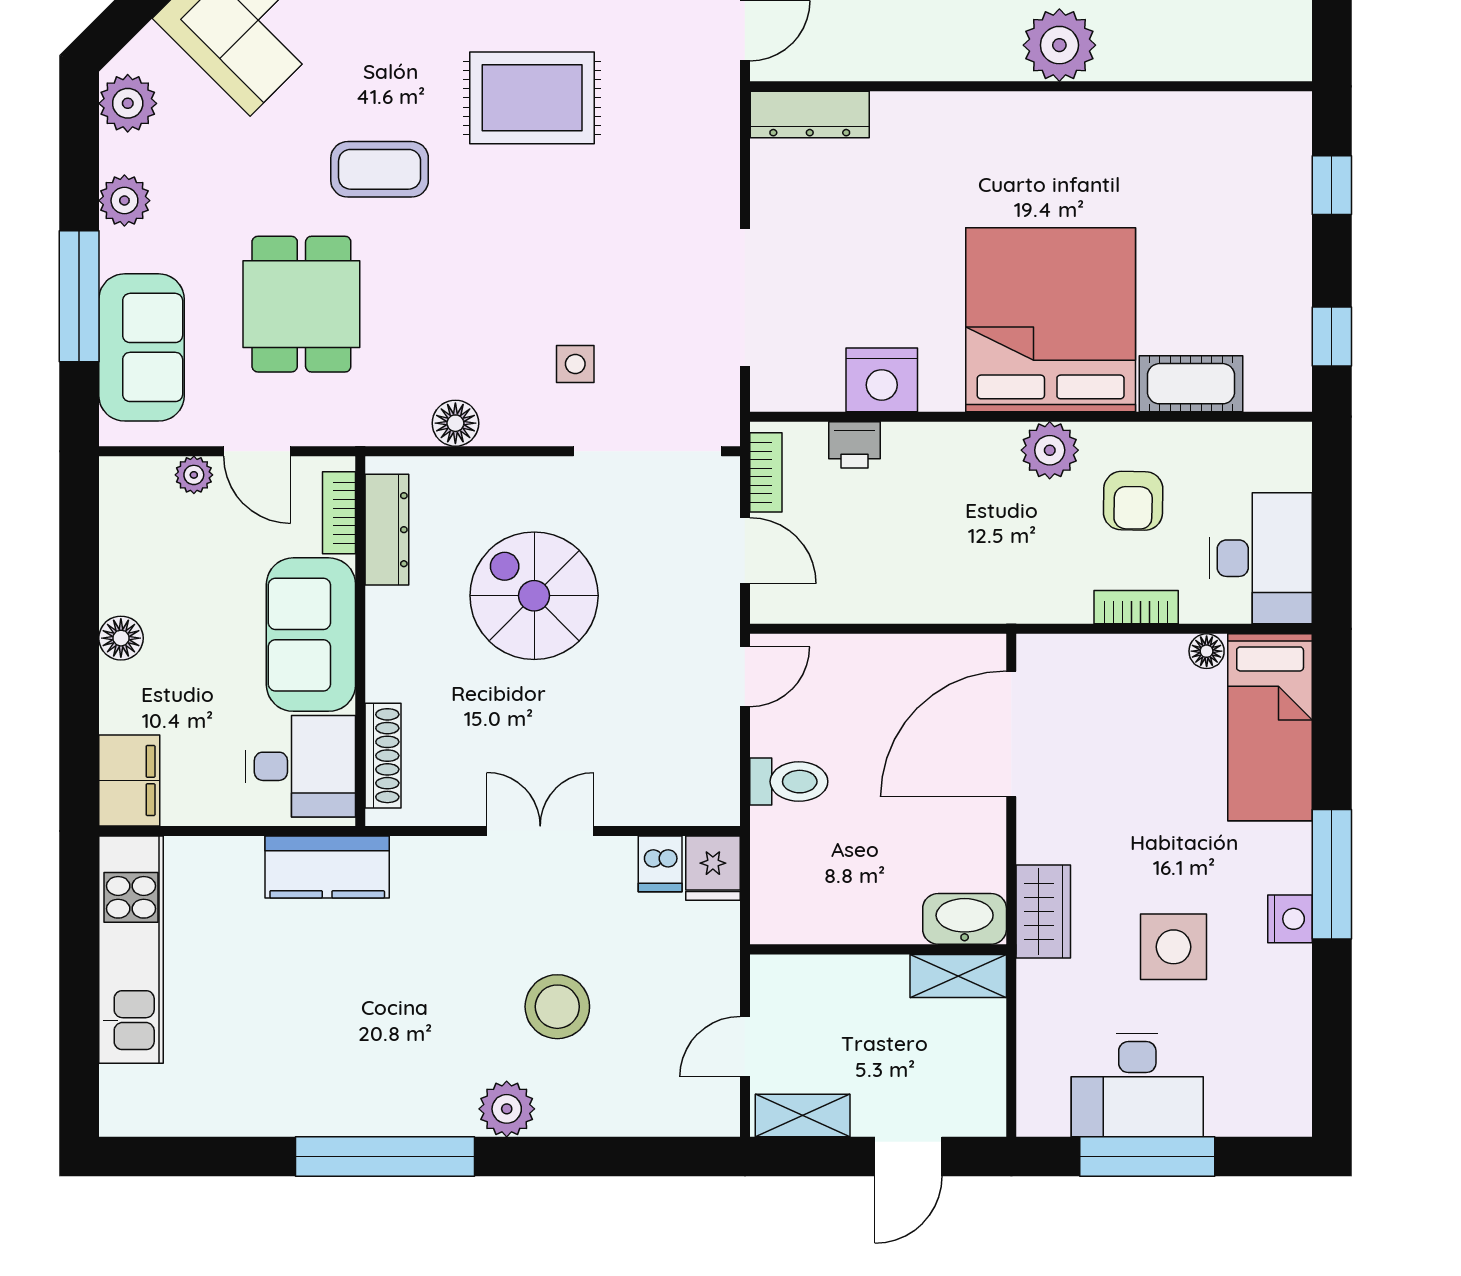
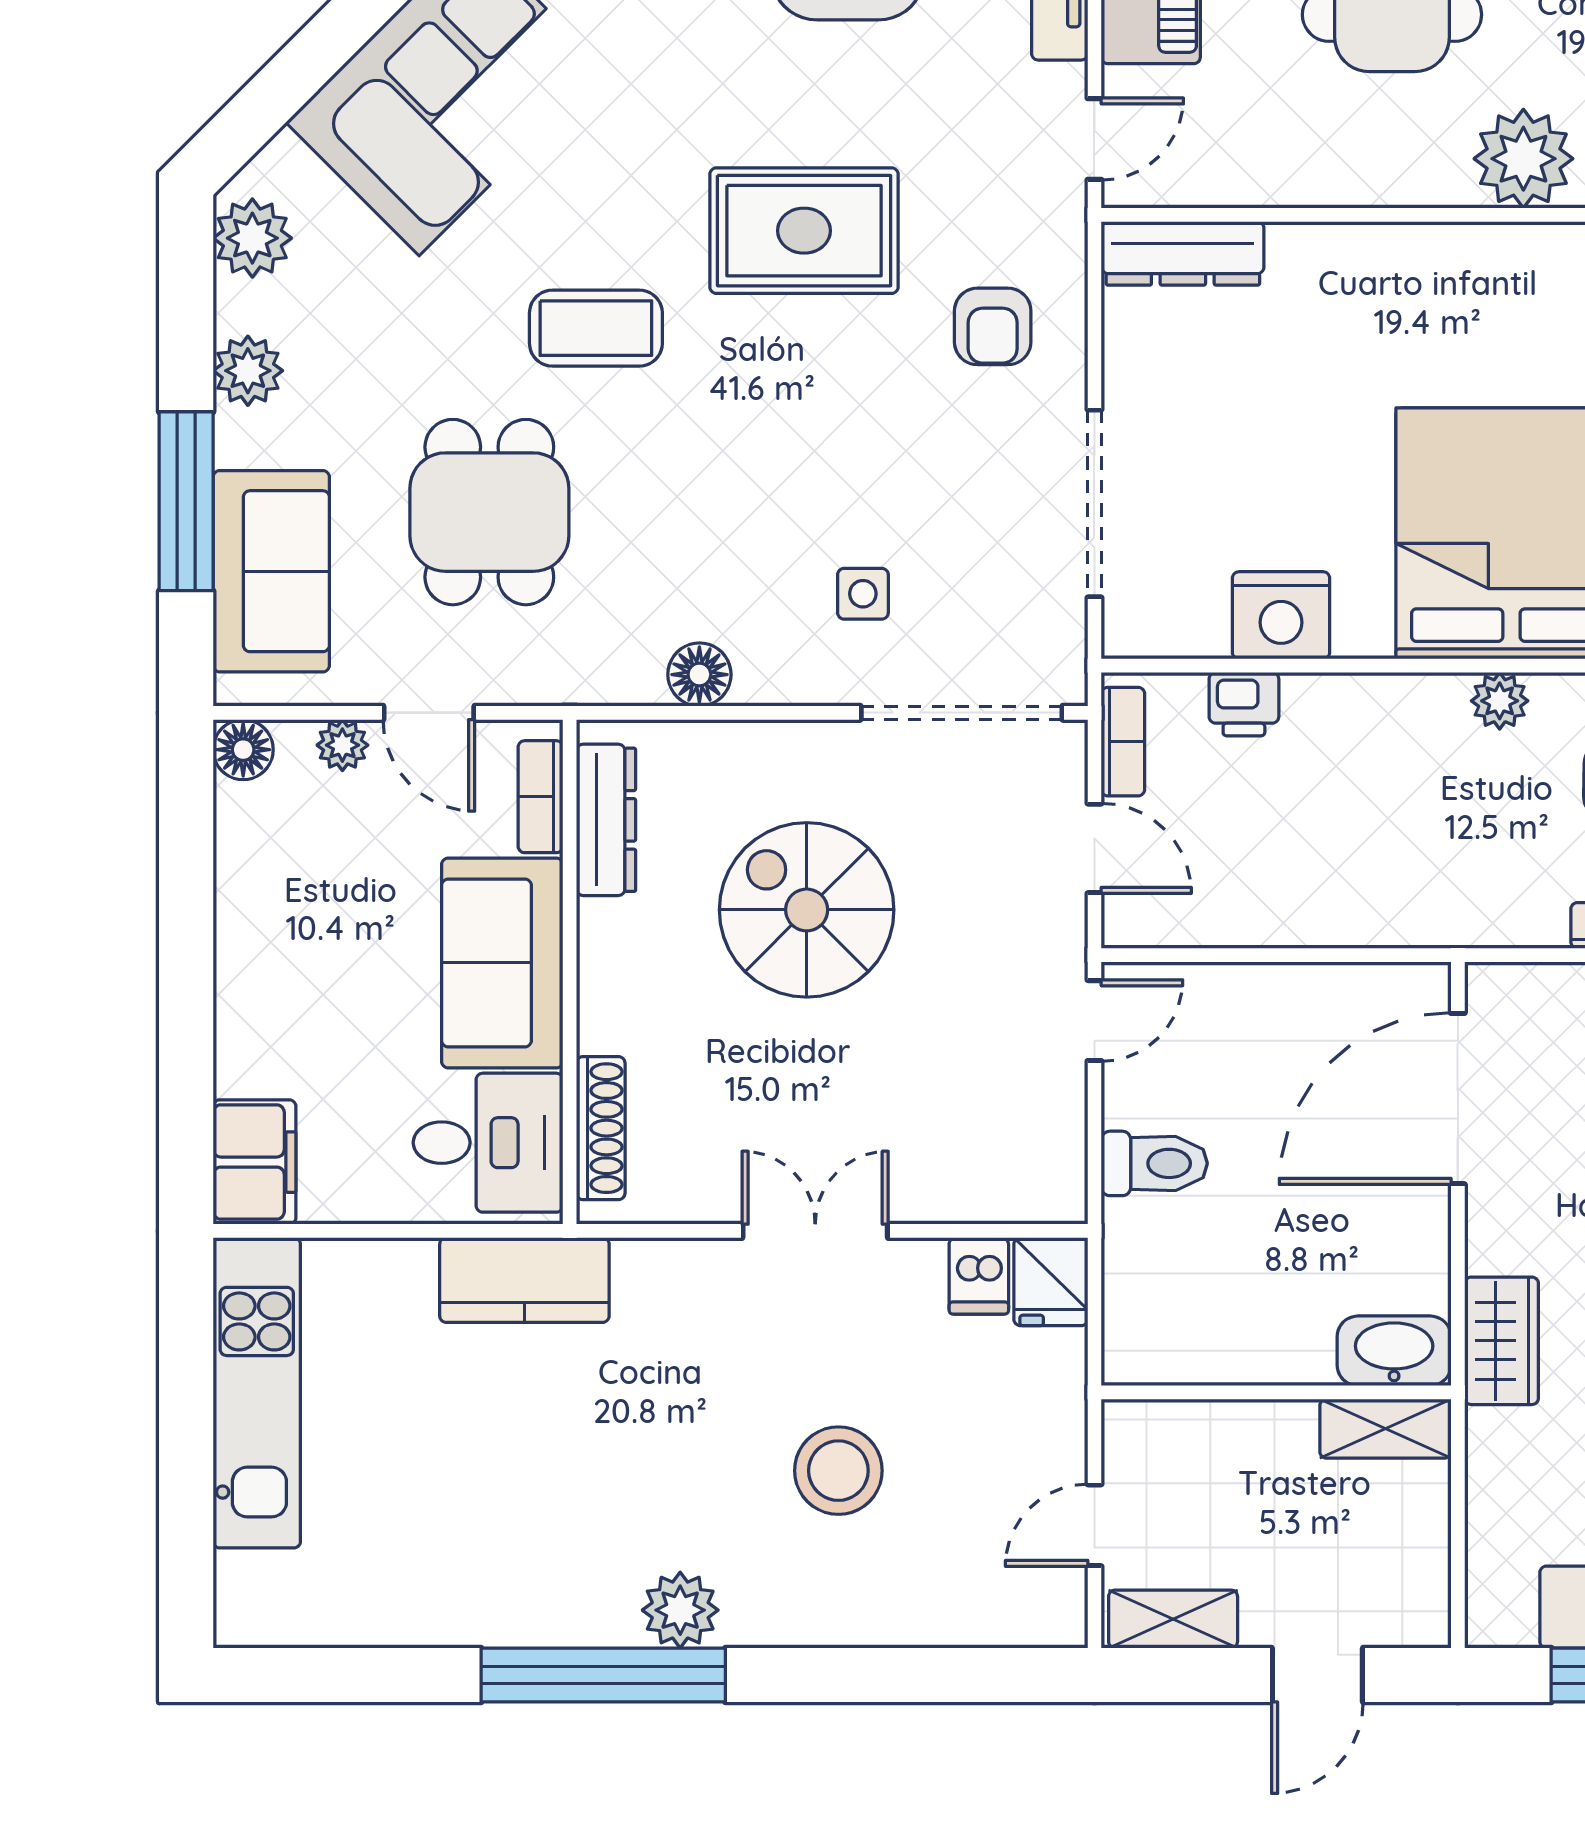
armchair: (670, 168) -> (993, 326), added
plant: (1050, 450) -> (1500, 701), width x0.73, depth x0.73
floor lamp: (121, 638) -> (243, 750), moved
plant: (507, 1109) -> (680, 1610), moved

